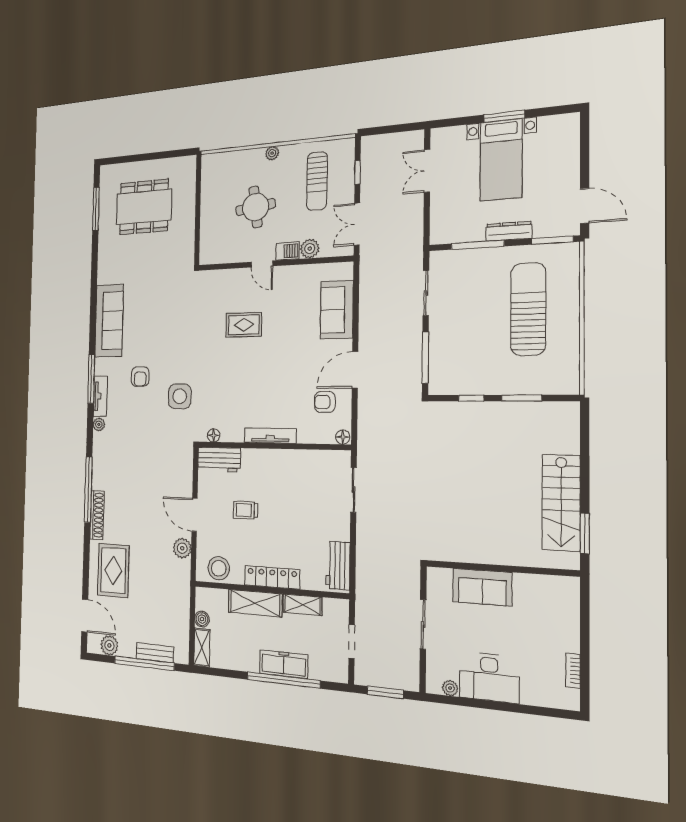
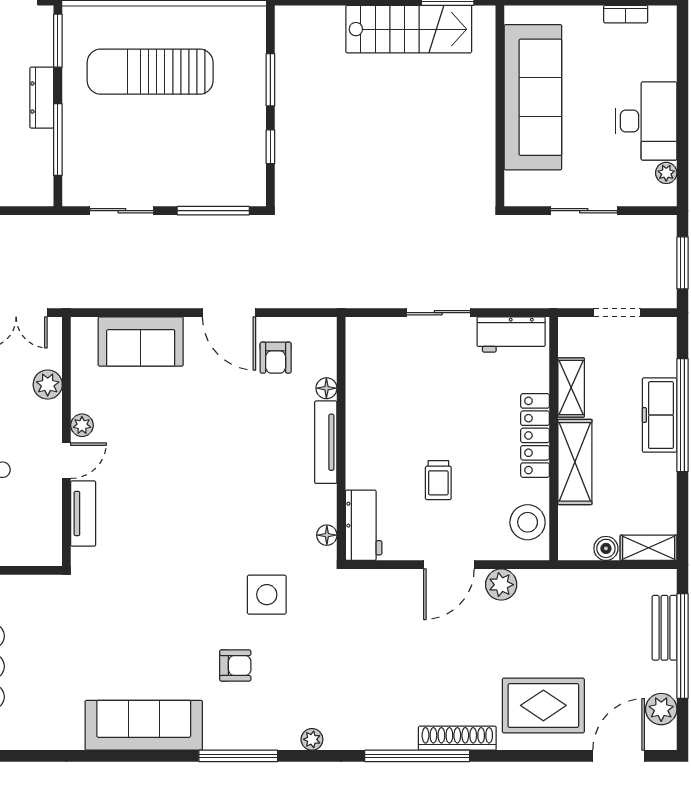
barbecue: (287, 251) -> (49, 420), removed
plant: (284, 273) -> (82, 425), added
rug: (244, 325) -> (158, 489), removed
tv unit: (100, 396) -> (83, 514), moved, turned 90
floor lamp: (343, 437) -> (326, 388), moved
sliding door: (354, 490) -> (438, 313), moved
sofa: (482, 587) -> (533, 97), width x1.85, depth x1.27

